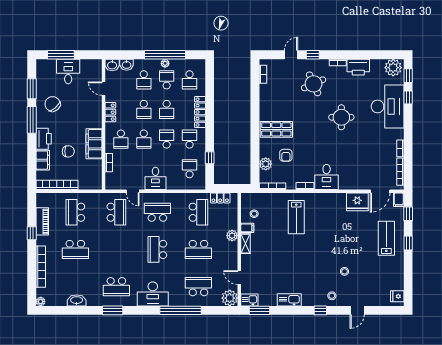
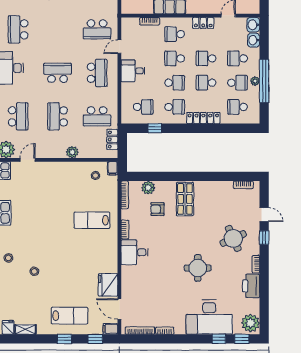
filing cabinet: (247, 228) -> (113, 168), moved
shelving: (245, 244) -> (25, 329), moved

